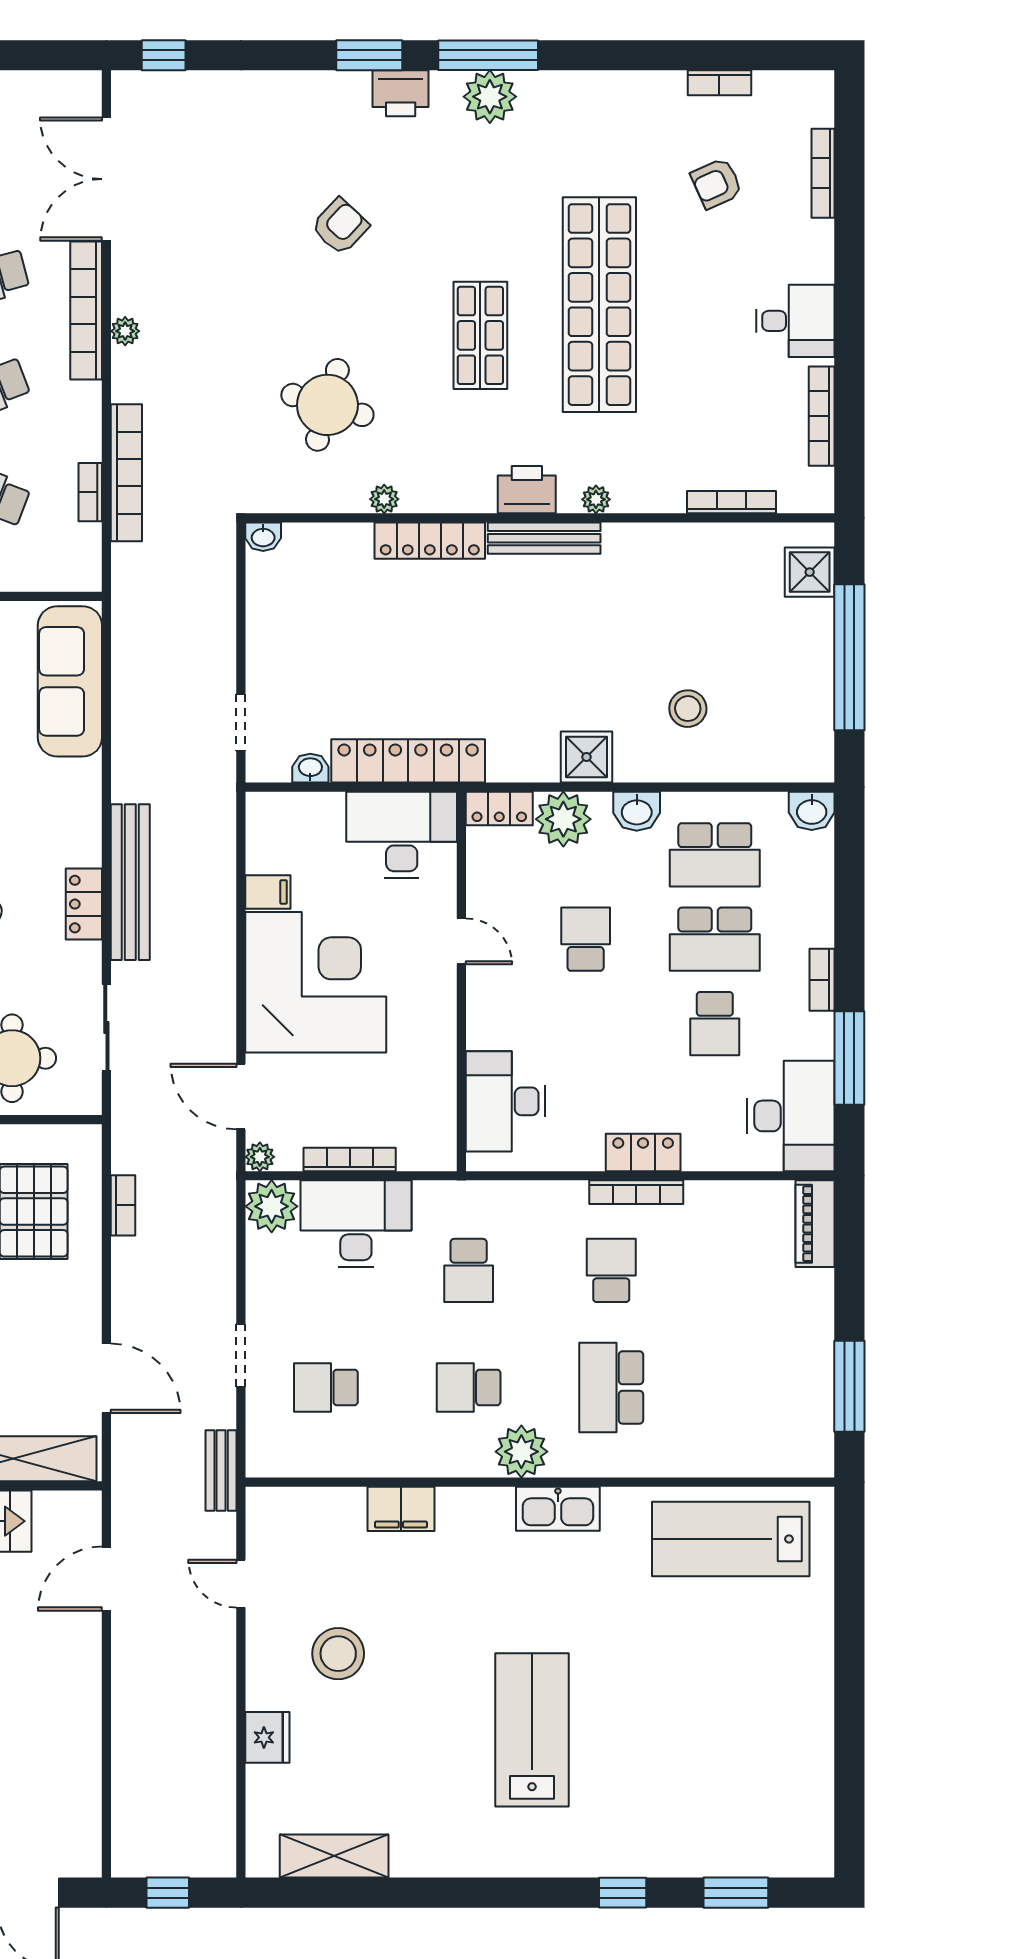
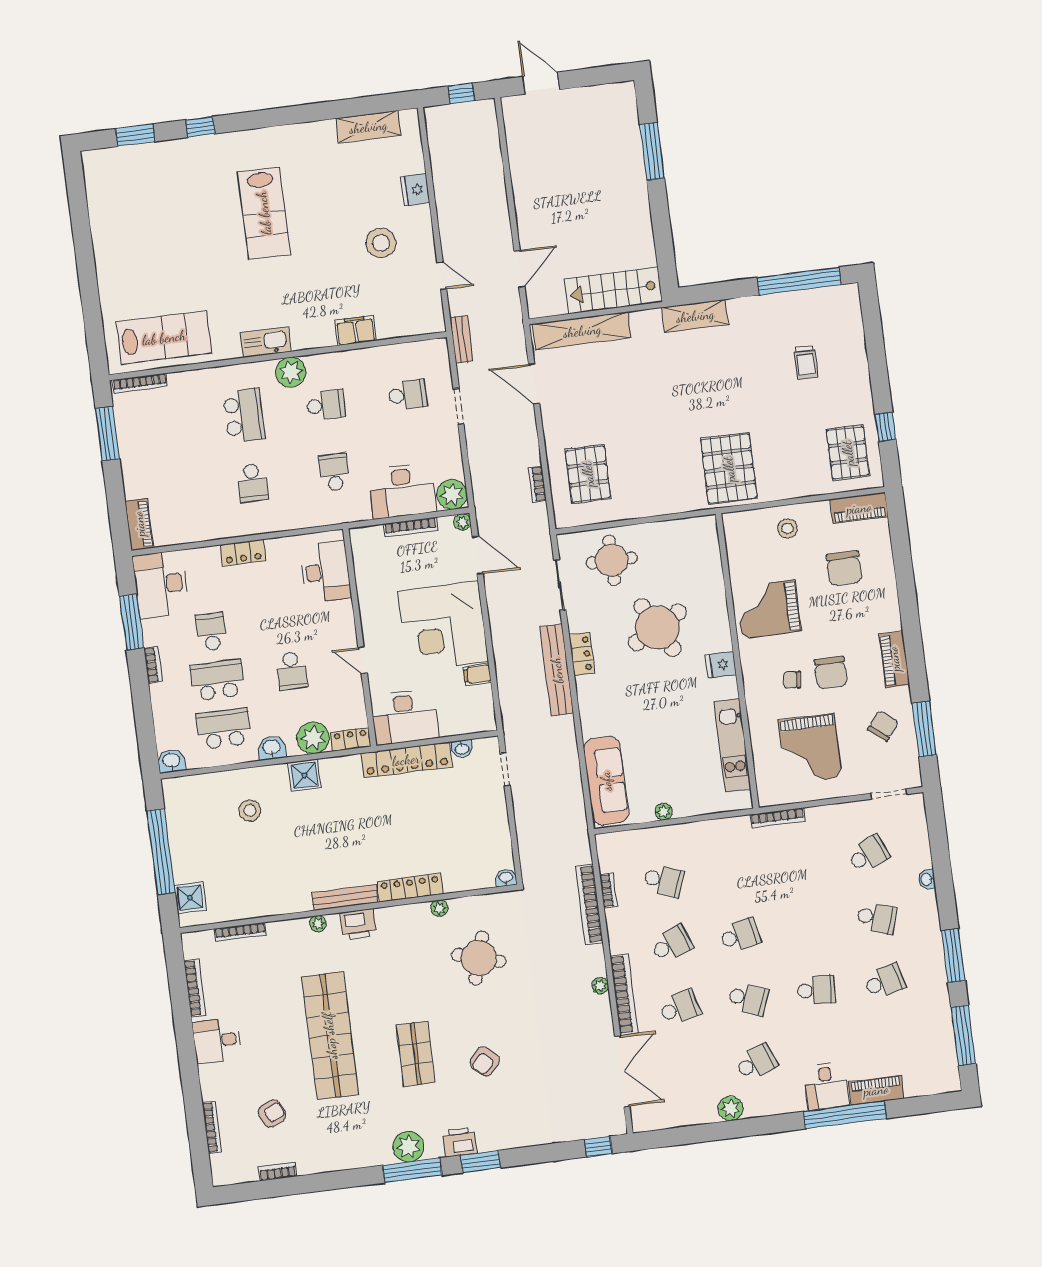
shop shelf: (480, 335) -> (416, 1054), moved
bookcase: (636, 1192) -> (140, 383), moved, turned 180

